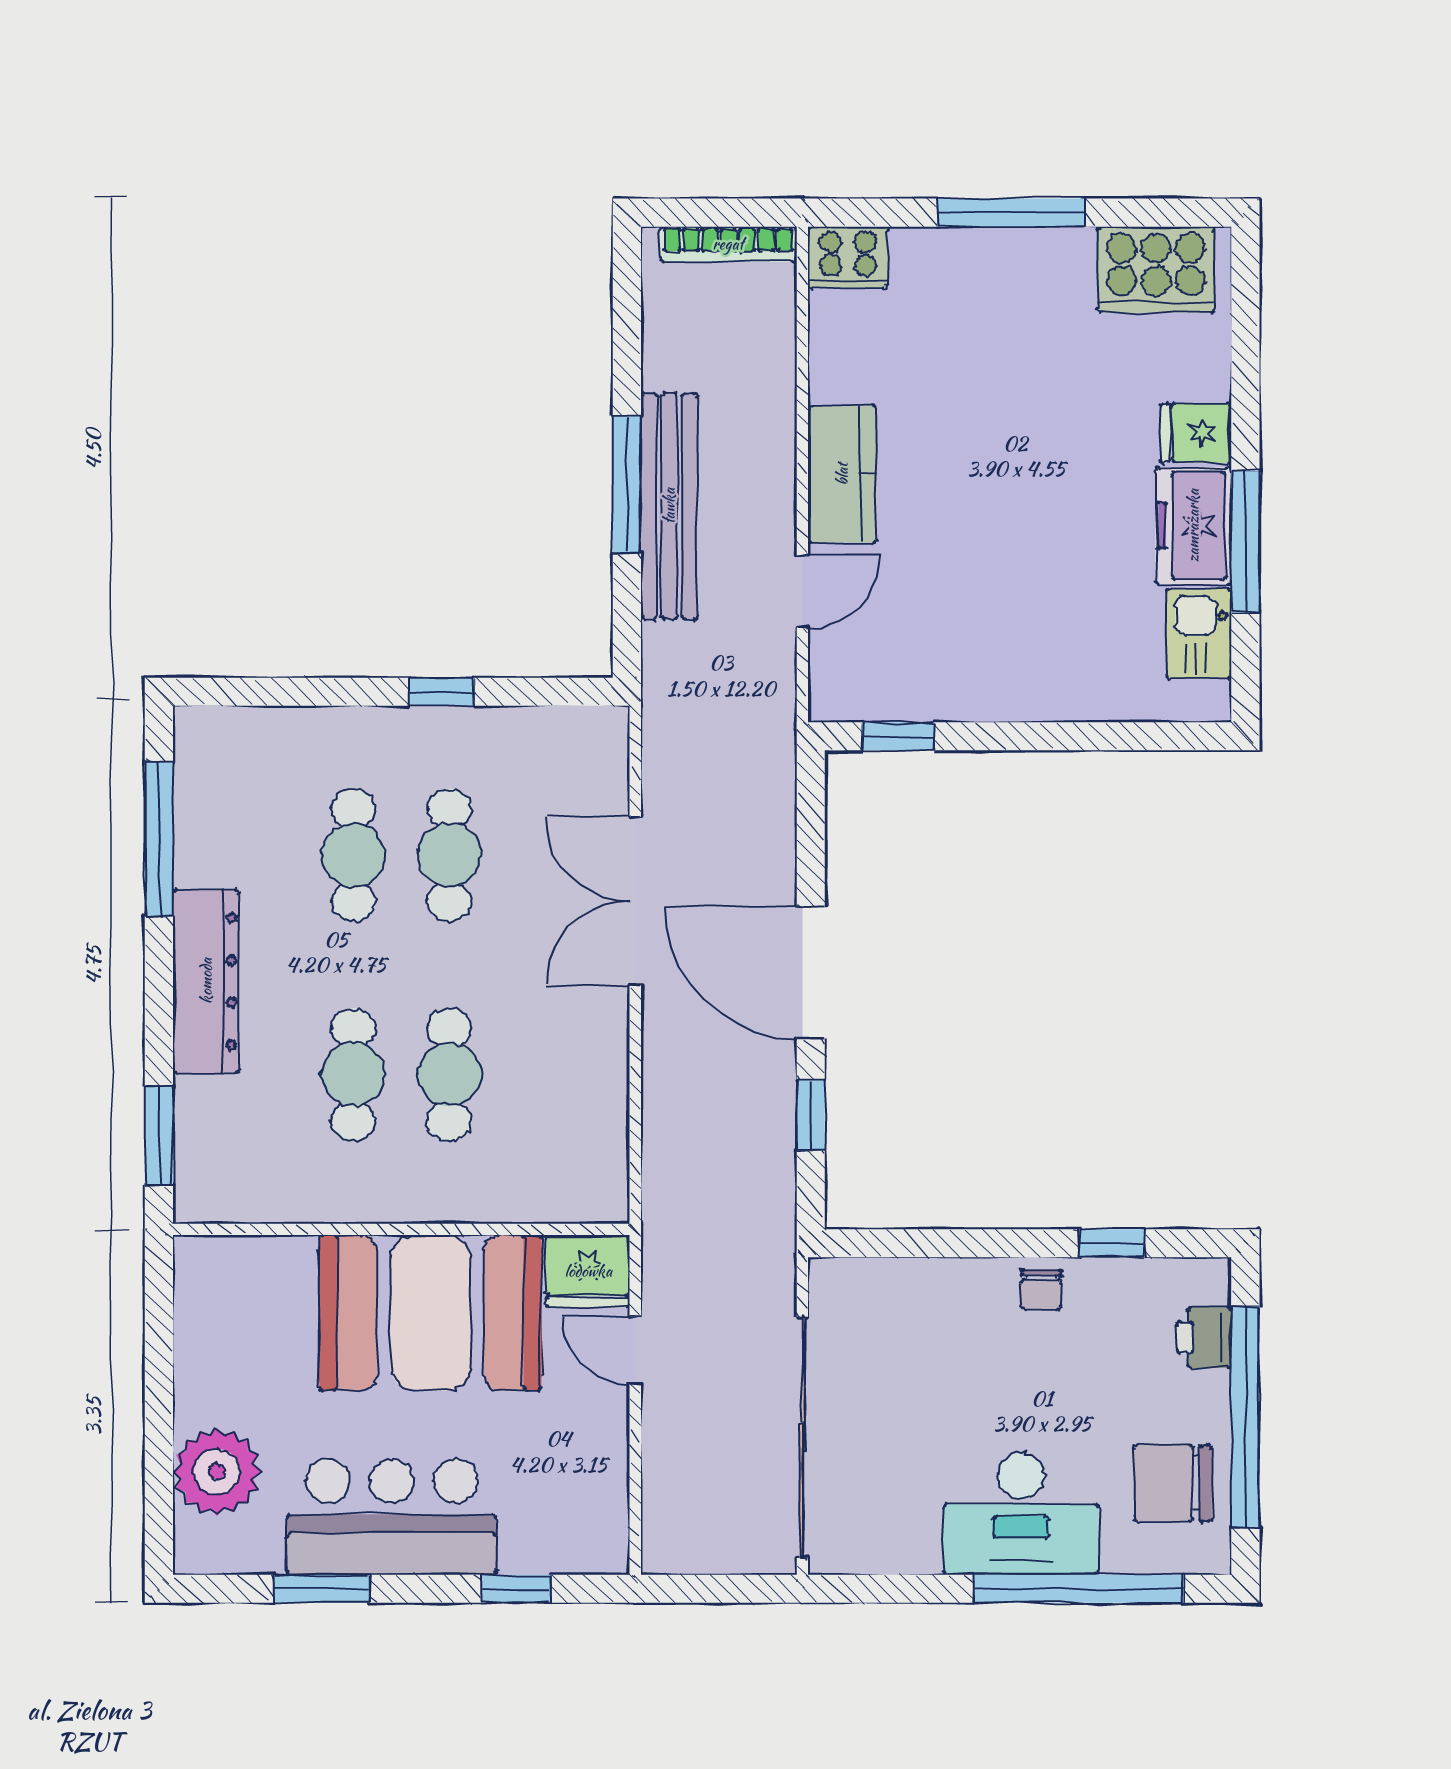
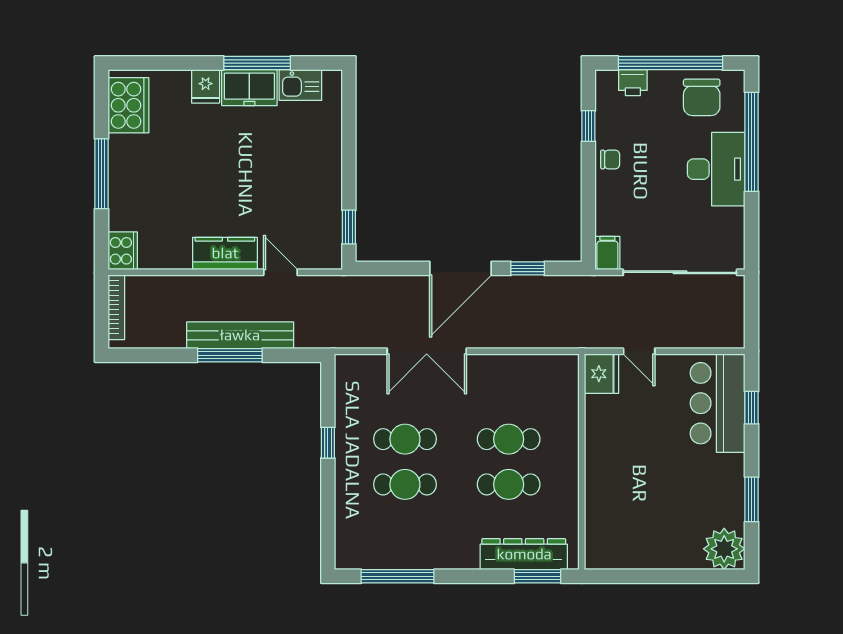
dresser: (206, 981) -> (524, 554), moved
filing cabinet: (843, 1284) -> (607, 253), added
booth: (430, 1313) -> (621, 448), removed
door: (635, 1350) -> (639, 351), hinge flipped
plant: (217, 1472) -> (724, 549), moved
bar counter: (392, 1517) -> (718, 403), moved

